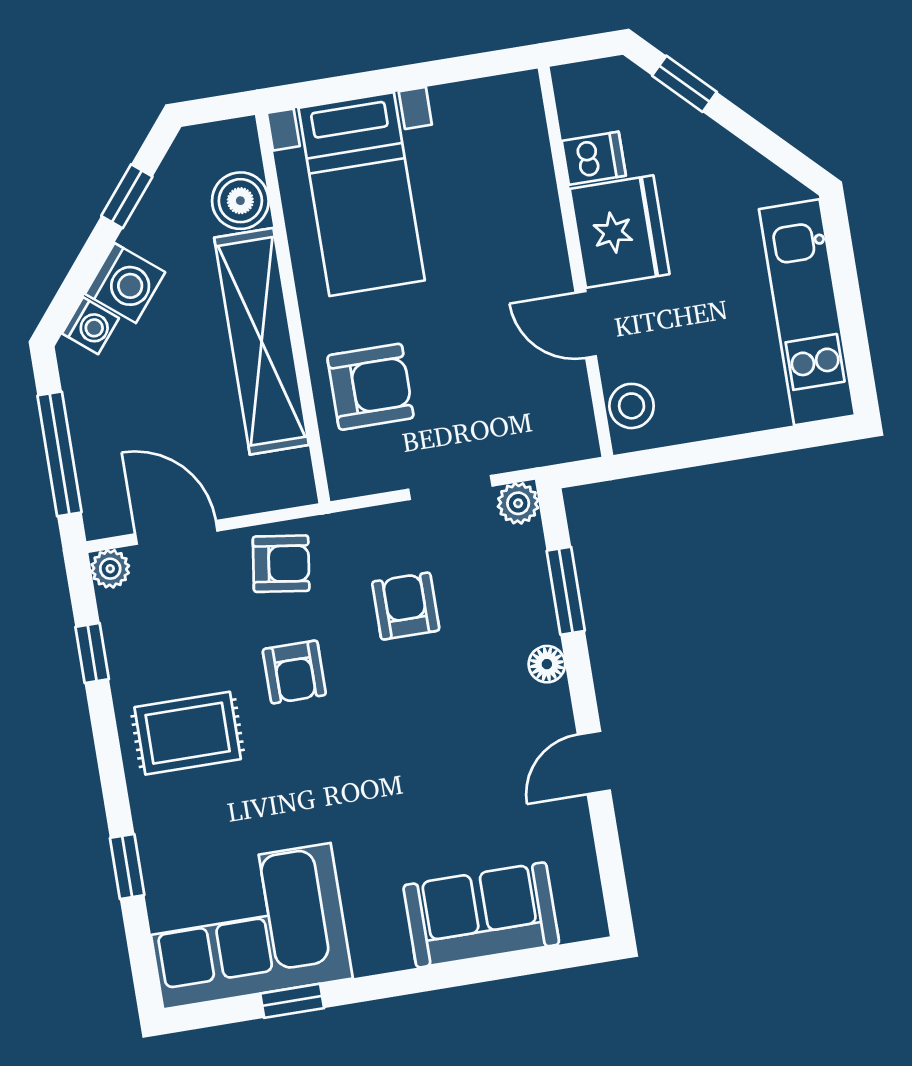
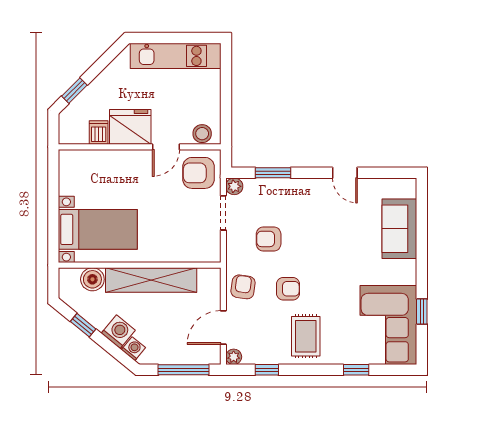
armchair: (370, 387) -> (198, 173), moved, turned -90
floor lamp: (547, 664) -> (302, 185), removed

